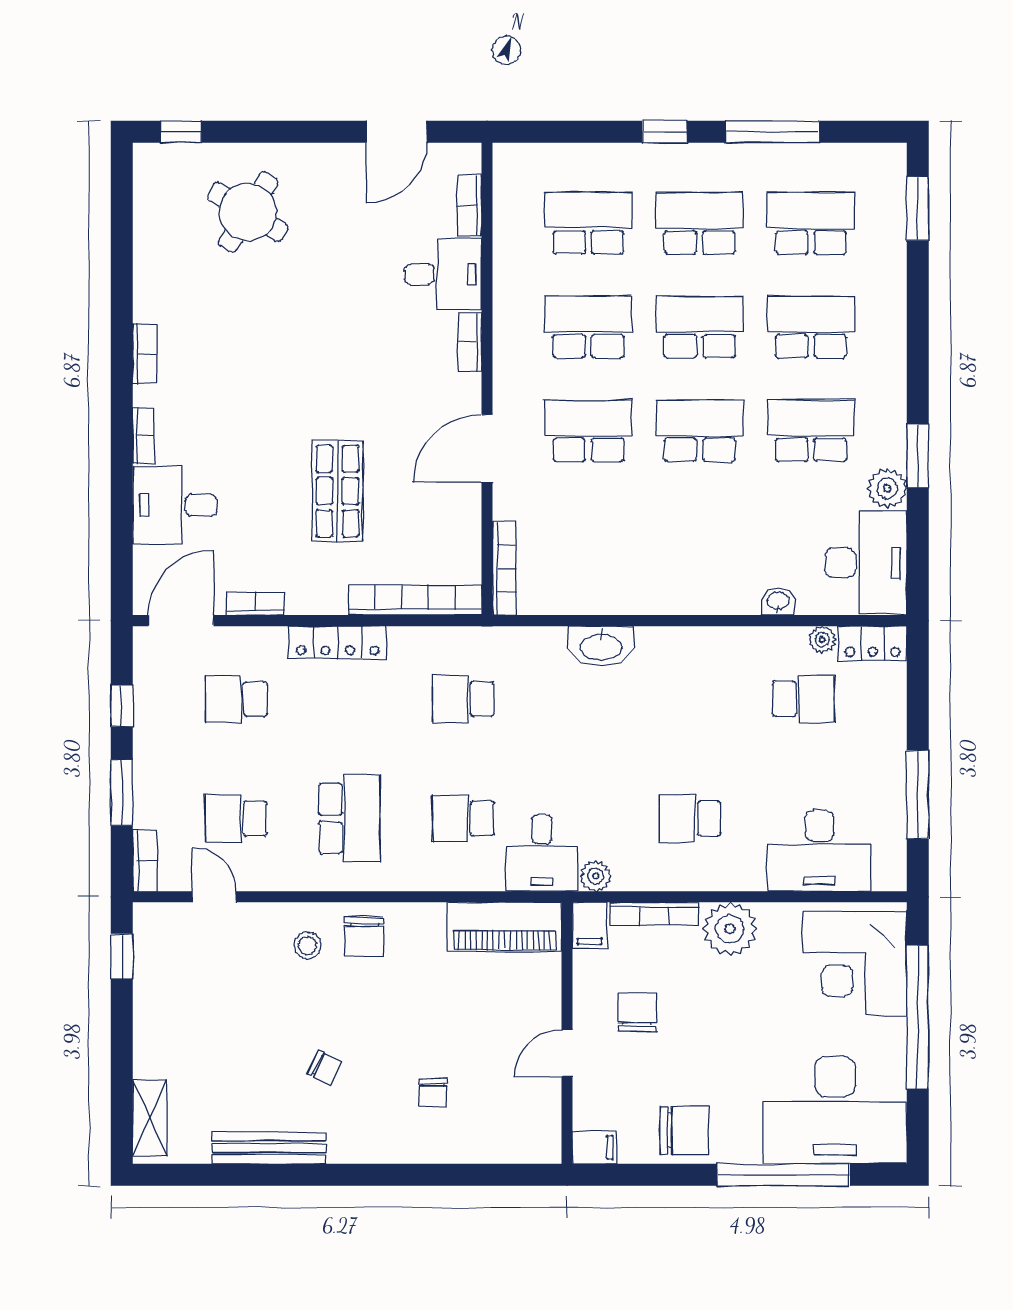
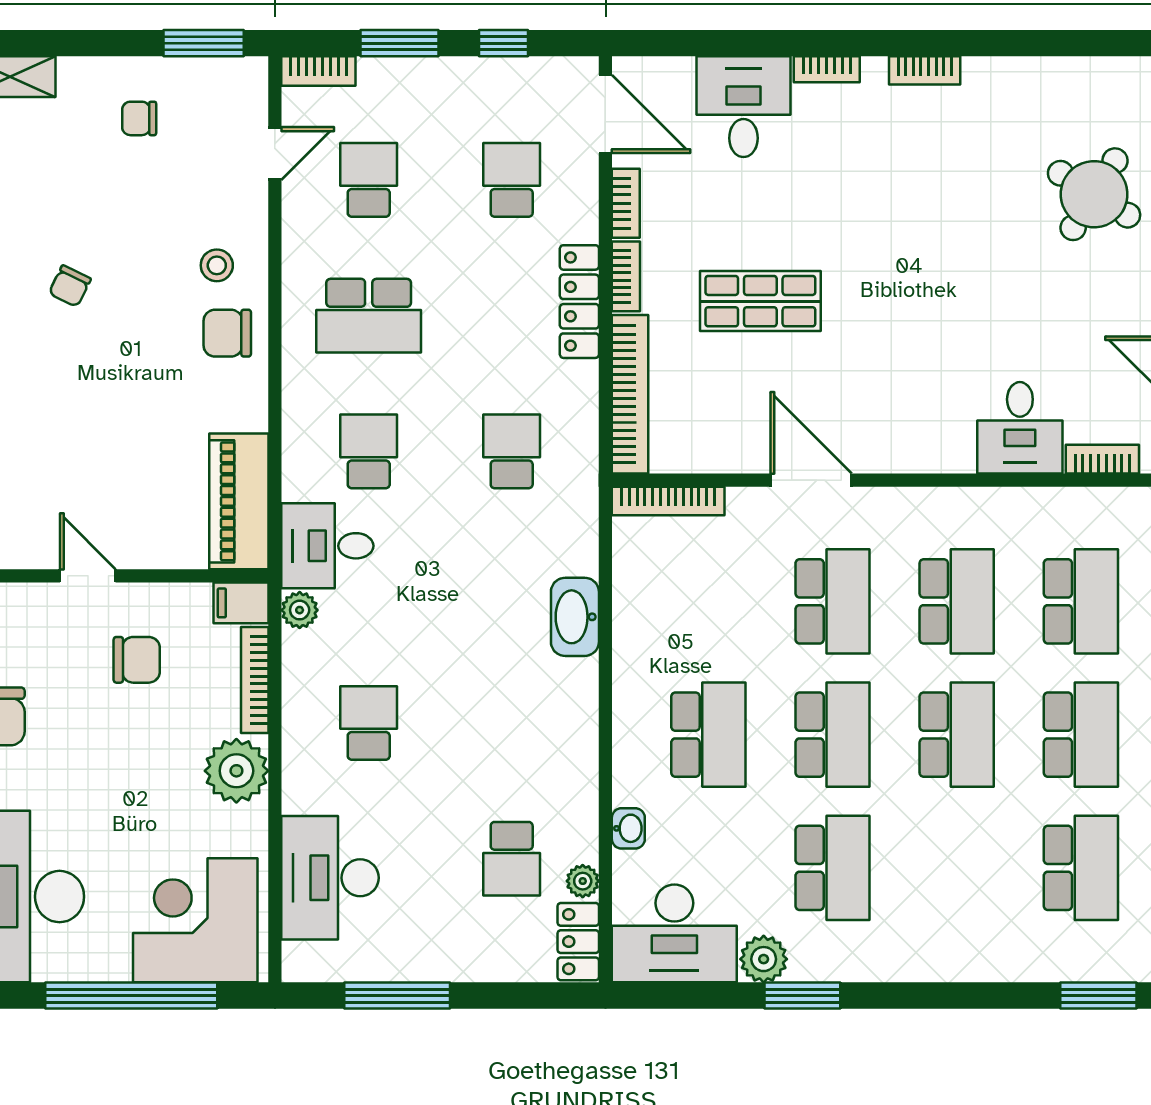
school desk: (811, 327) -> (708, 735), moved
bookcase: (470, 342) -> (626, 276), moved, turned 90
window: (122, 956) -> (204, 43), width x1.50
chair: (433, 1093) -> (139, 118), moved

